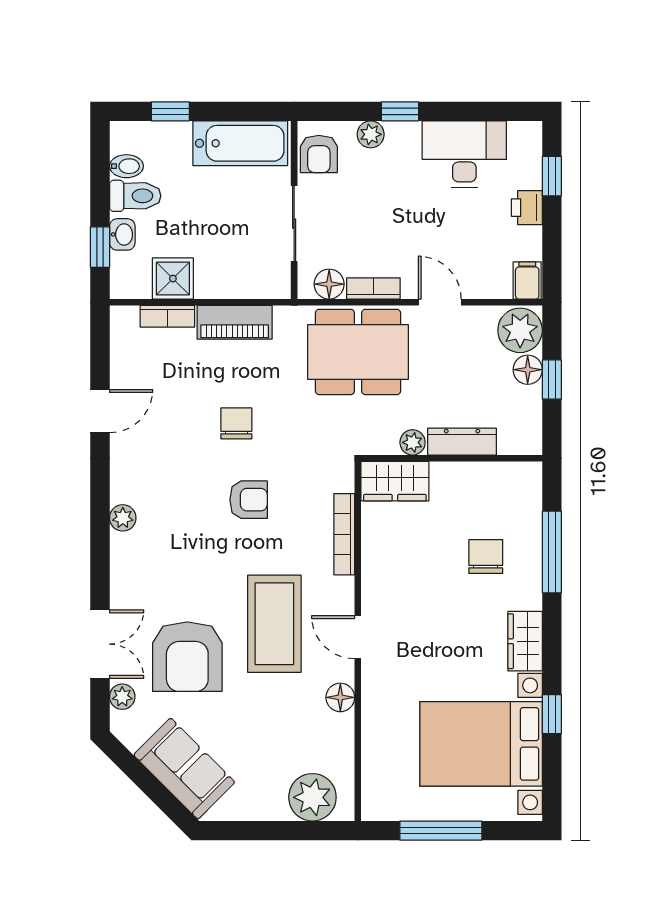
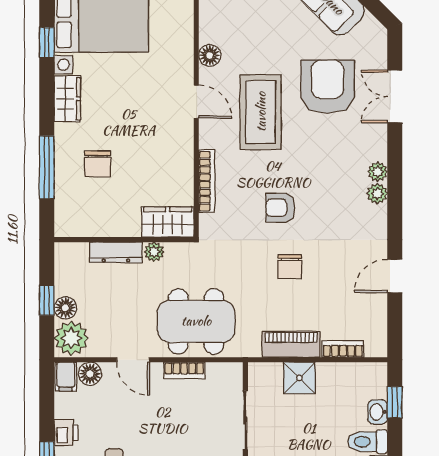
shower: (173, 279) -> (299, 378), moved
floor lamp: (329, 284) -> (90, 374), moved
plant: (122, 697) -> (378, 172), moved

